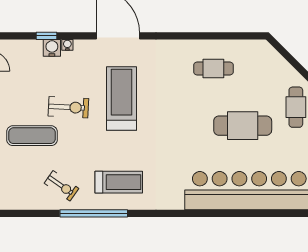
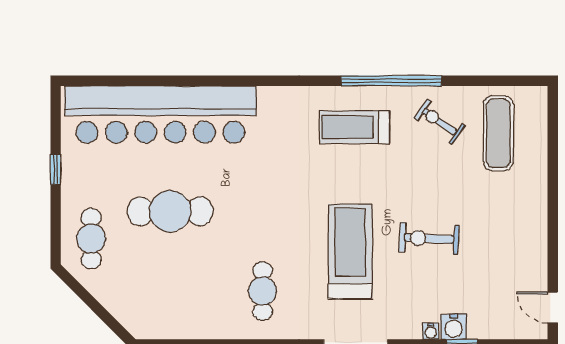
cafe table: (213, 69) -> (263, 291), moved, turned 90
treadmill: (122, 98) -> (350, 252), turned 180
exercise mat: (32, 136) -> (498, 133), moved, turned 90

